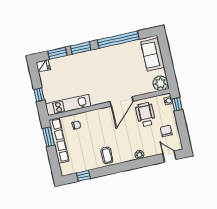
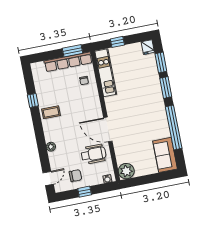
sofa: (153, 55) -> (165, 155), moved, turned -90
window: (177, 104) -> (85, 192), moved
window: (83, 176) -> (33, 100), moved

